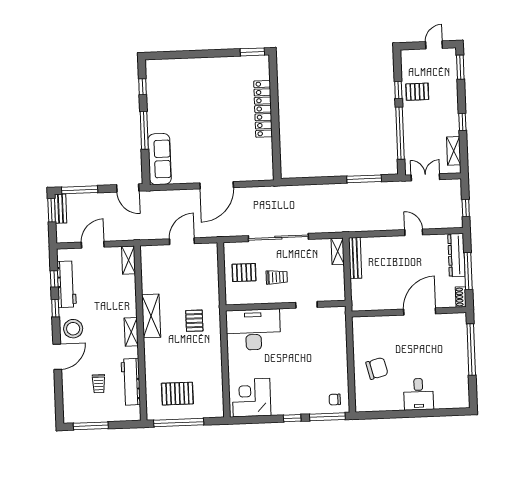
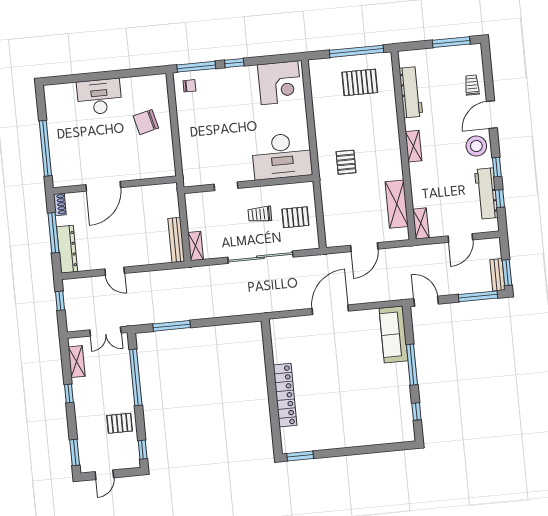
window: (398, 90) -> (143, 450), moved
shelving: (151, 316) -> (397, 204), moved
trolley: (99, 384) -> (472, 85), moved
desk: (419, 394) -> (99, 97), width x1.37

